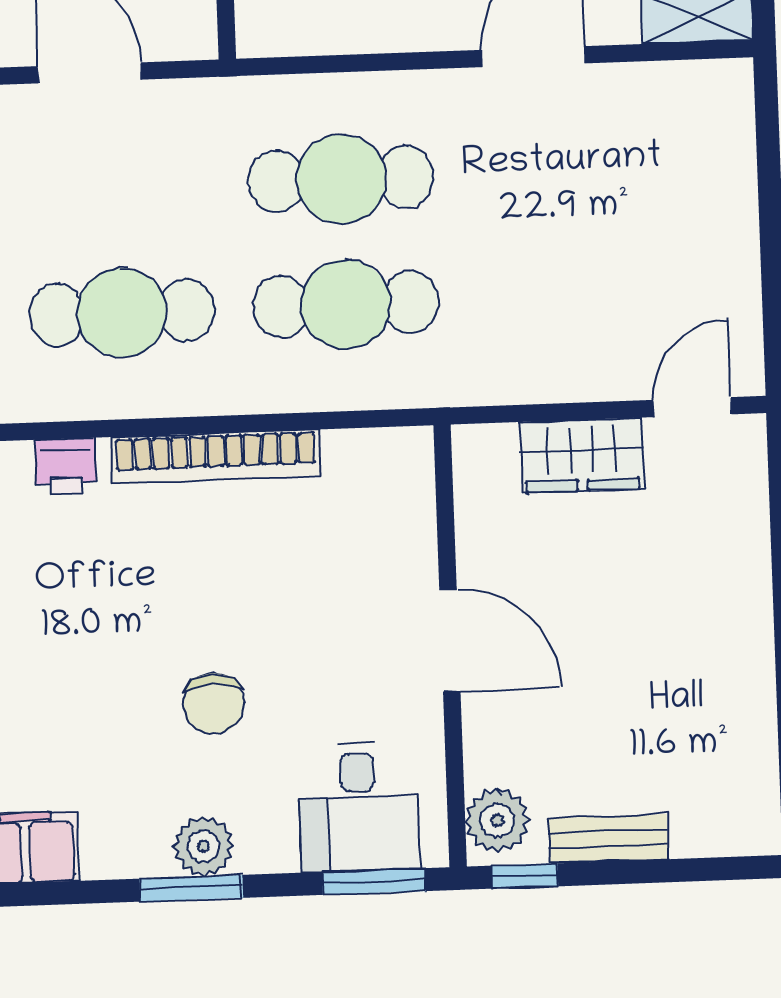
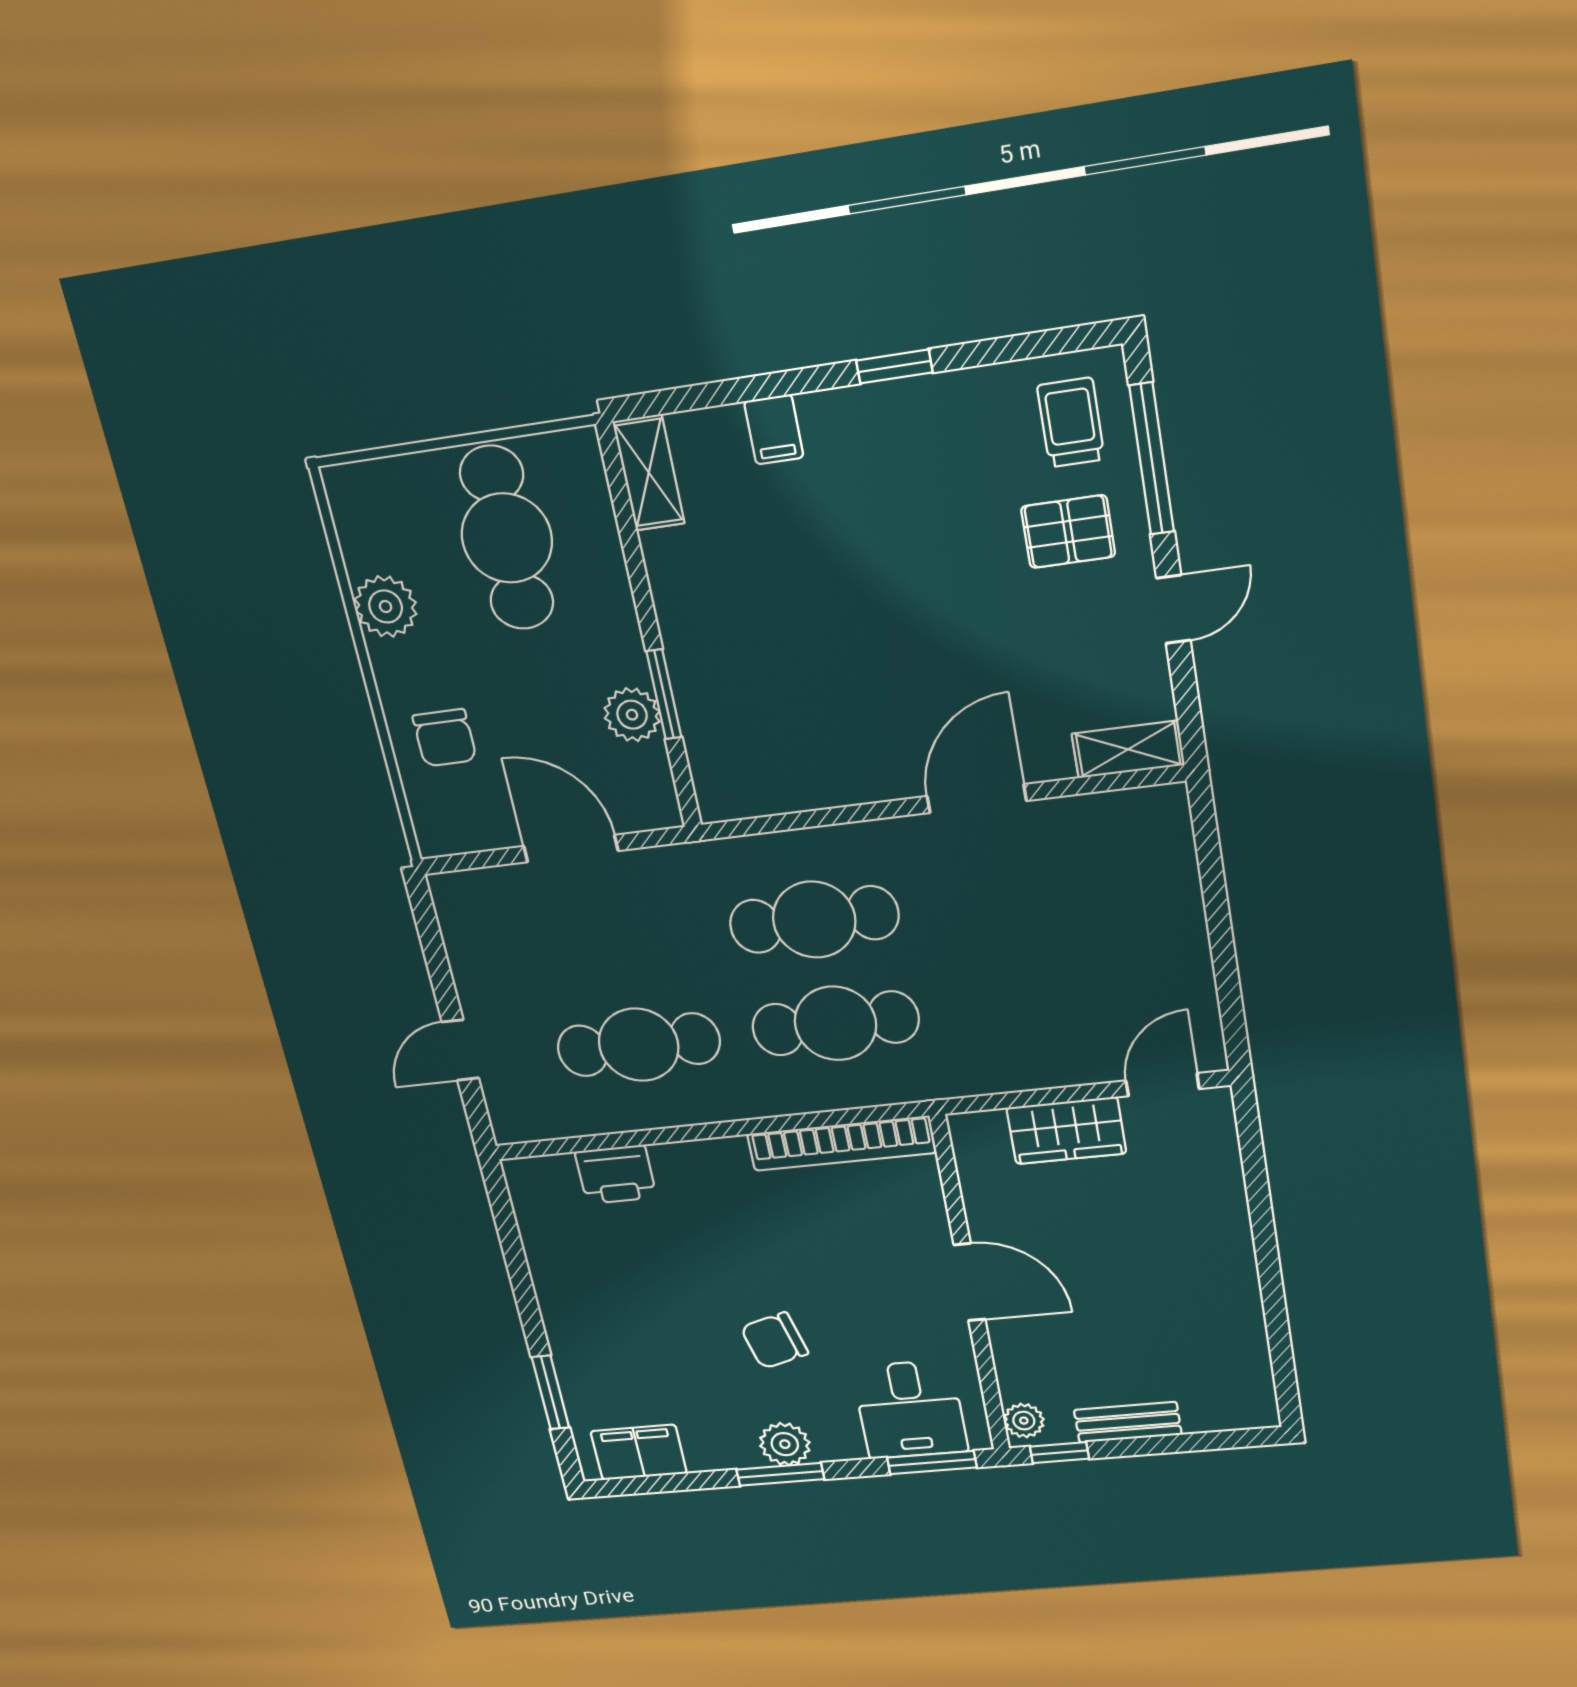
bookcase: (216, 457) -> (842, 1143), moved
printer: (66, 466) -> (616, 1174), width x1.36, depth x1.24
chair: (214, 704) -> (774, 1340), turned 75
plant: (497, 821) -> (1024, 1421), width x0.73, depth x0.73

